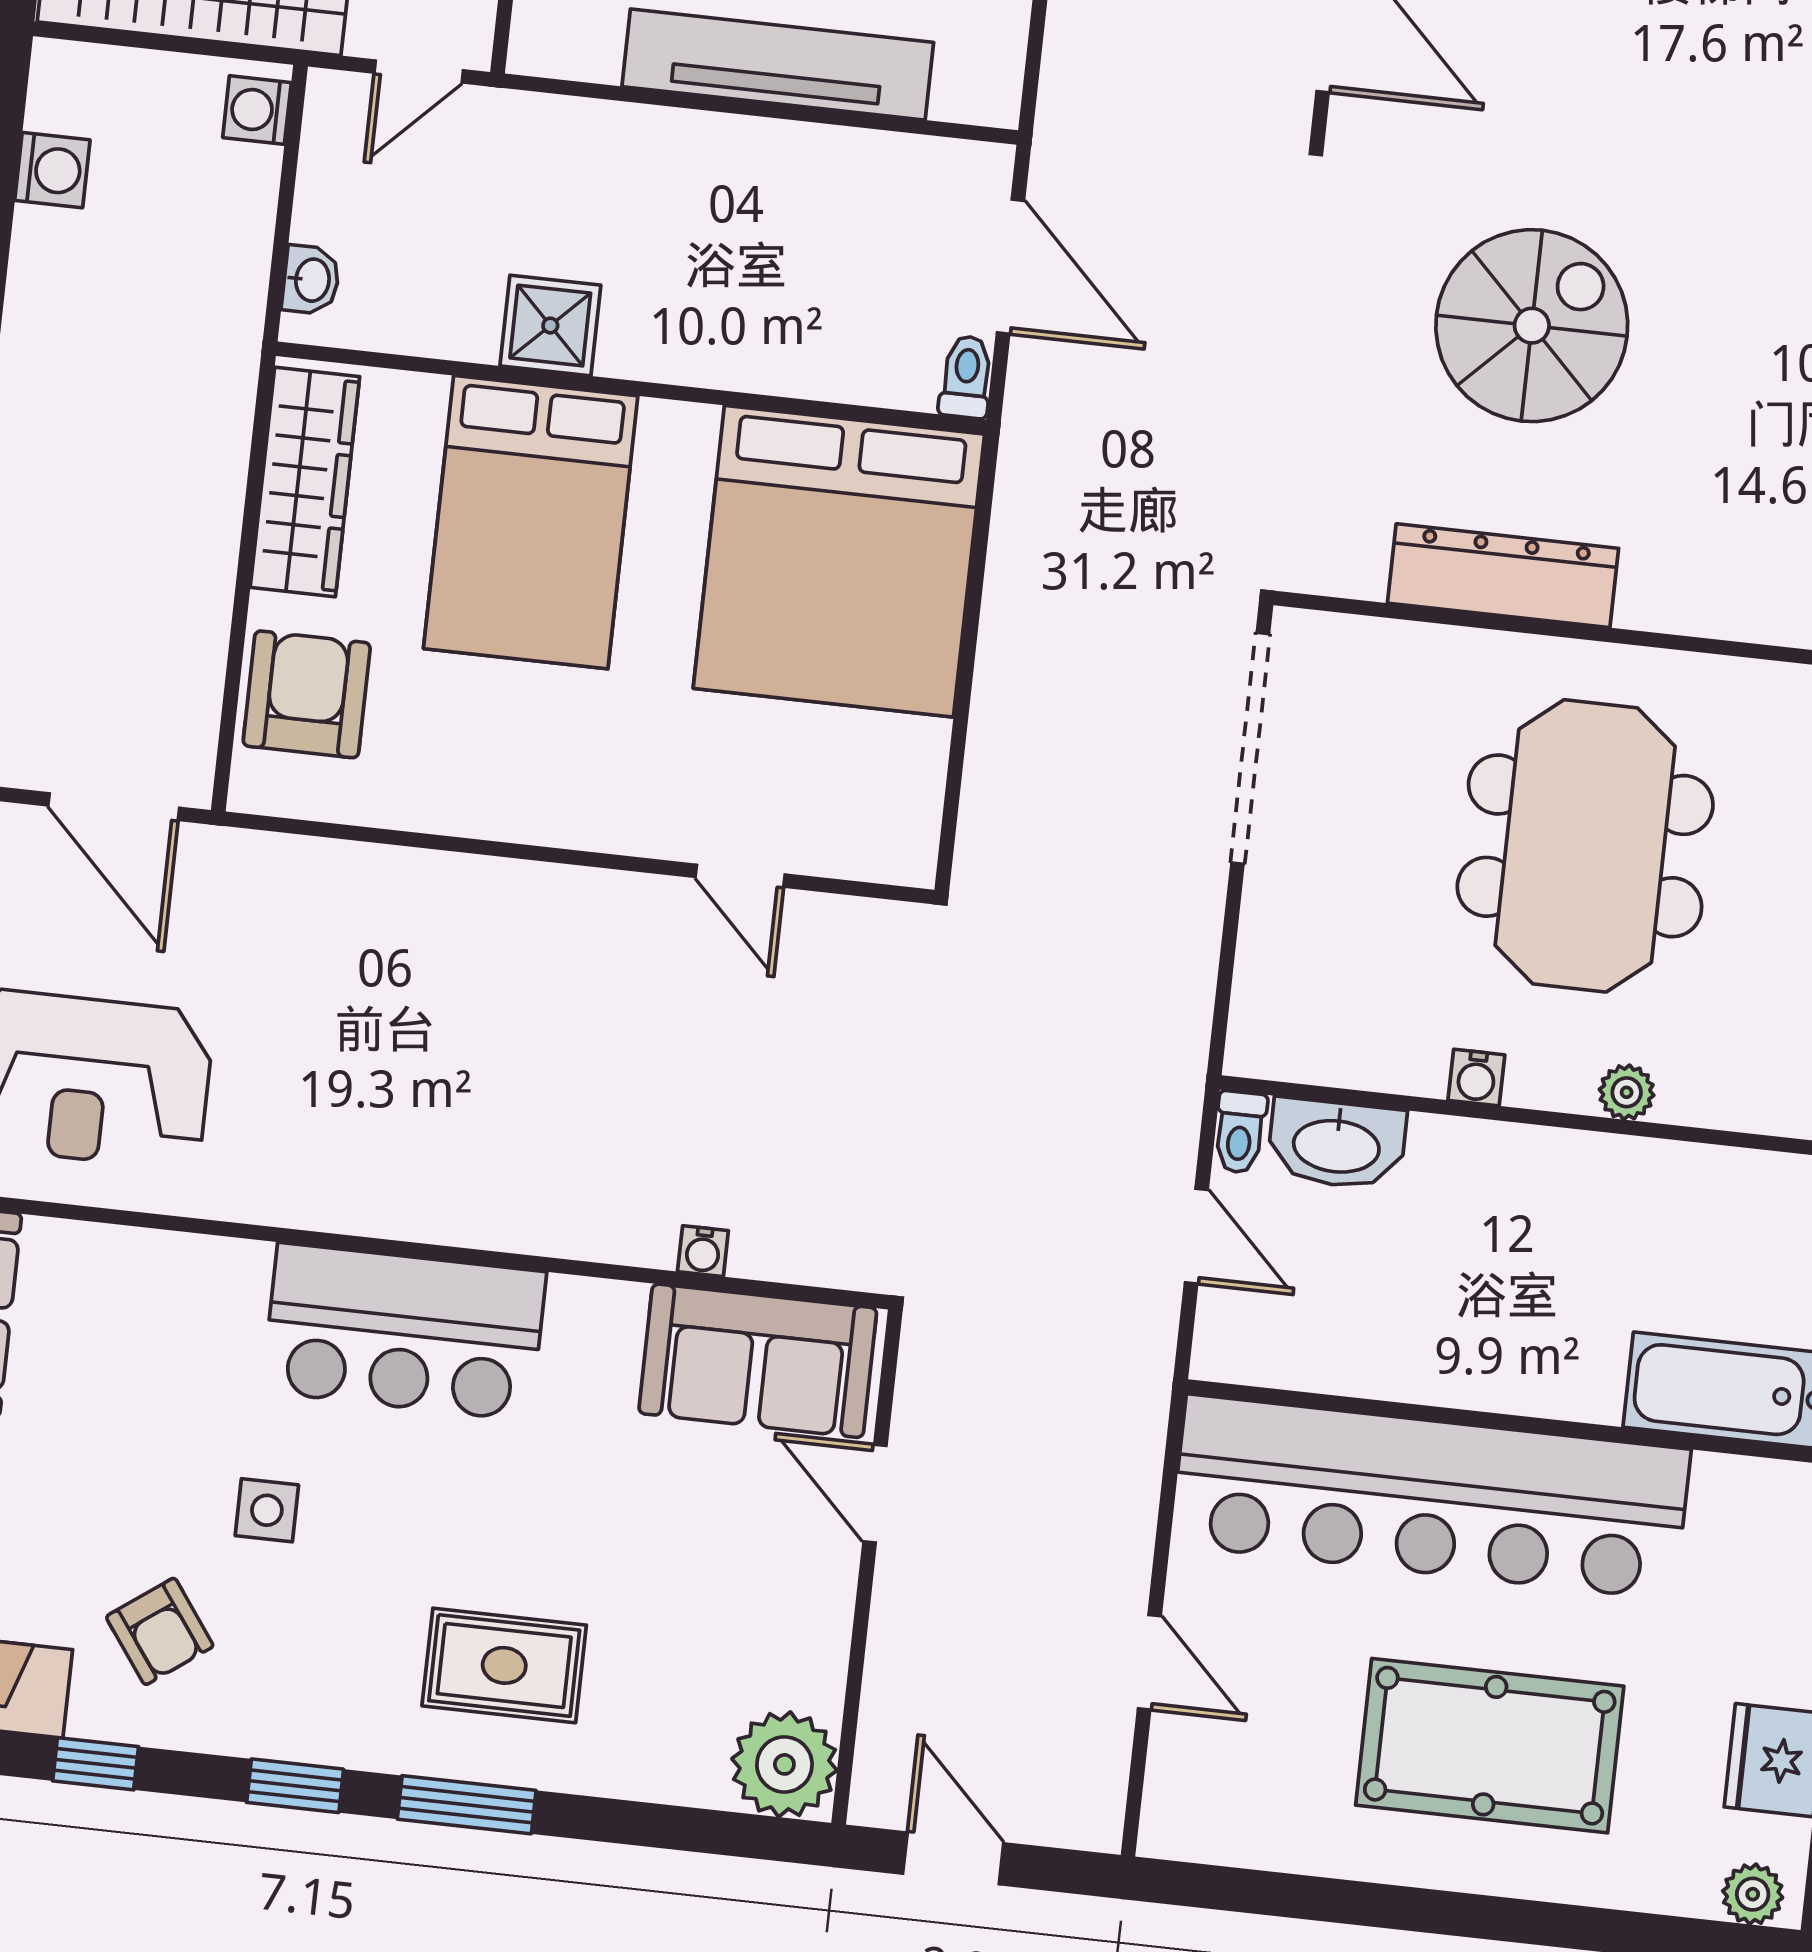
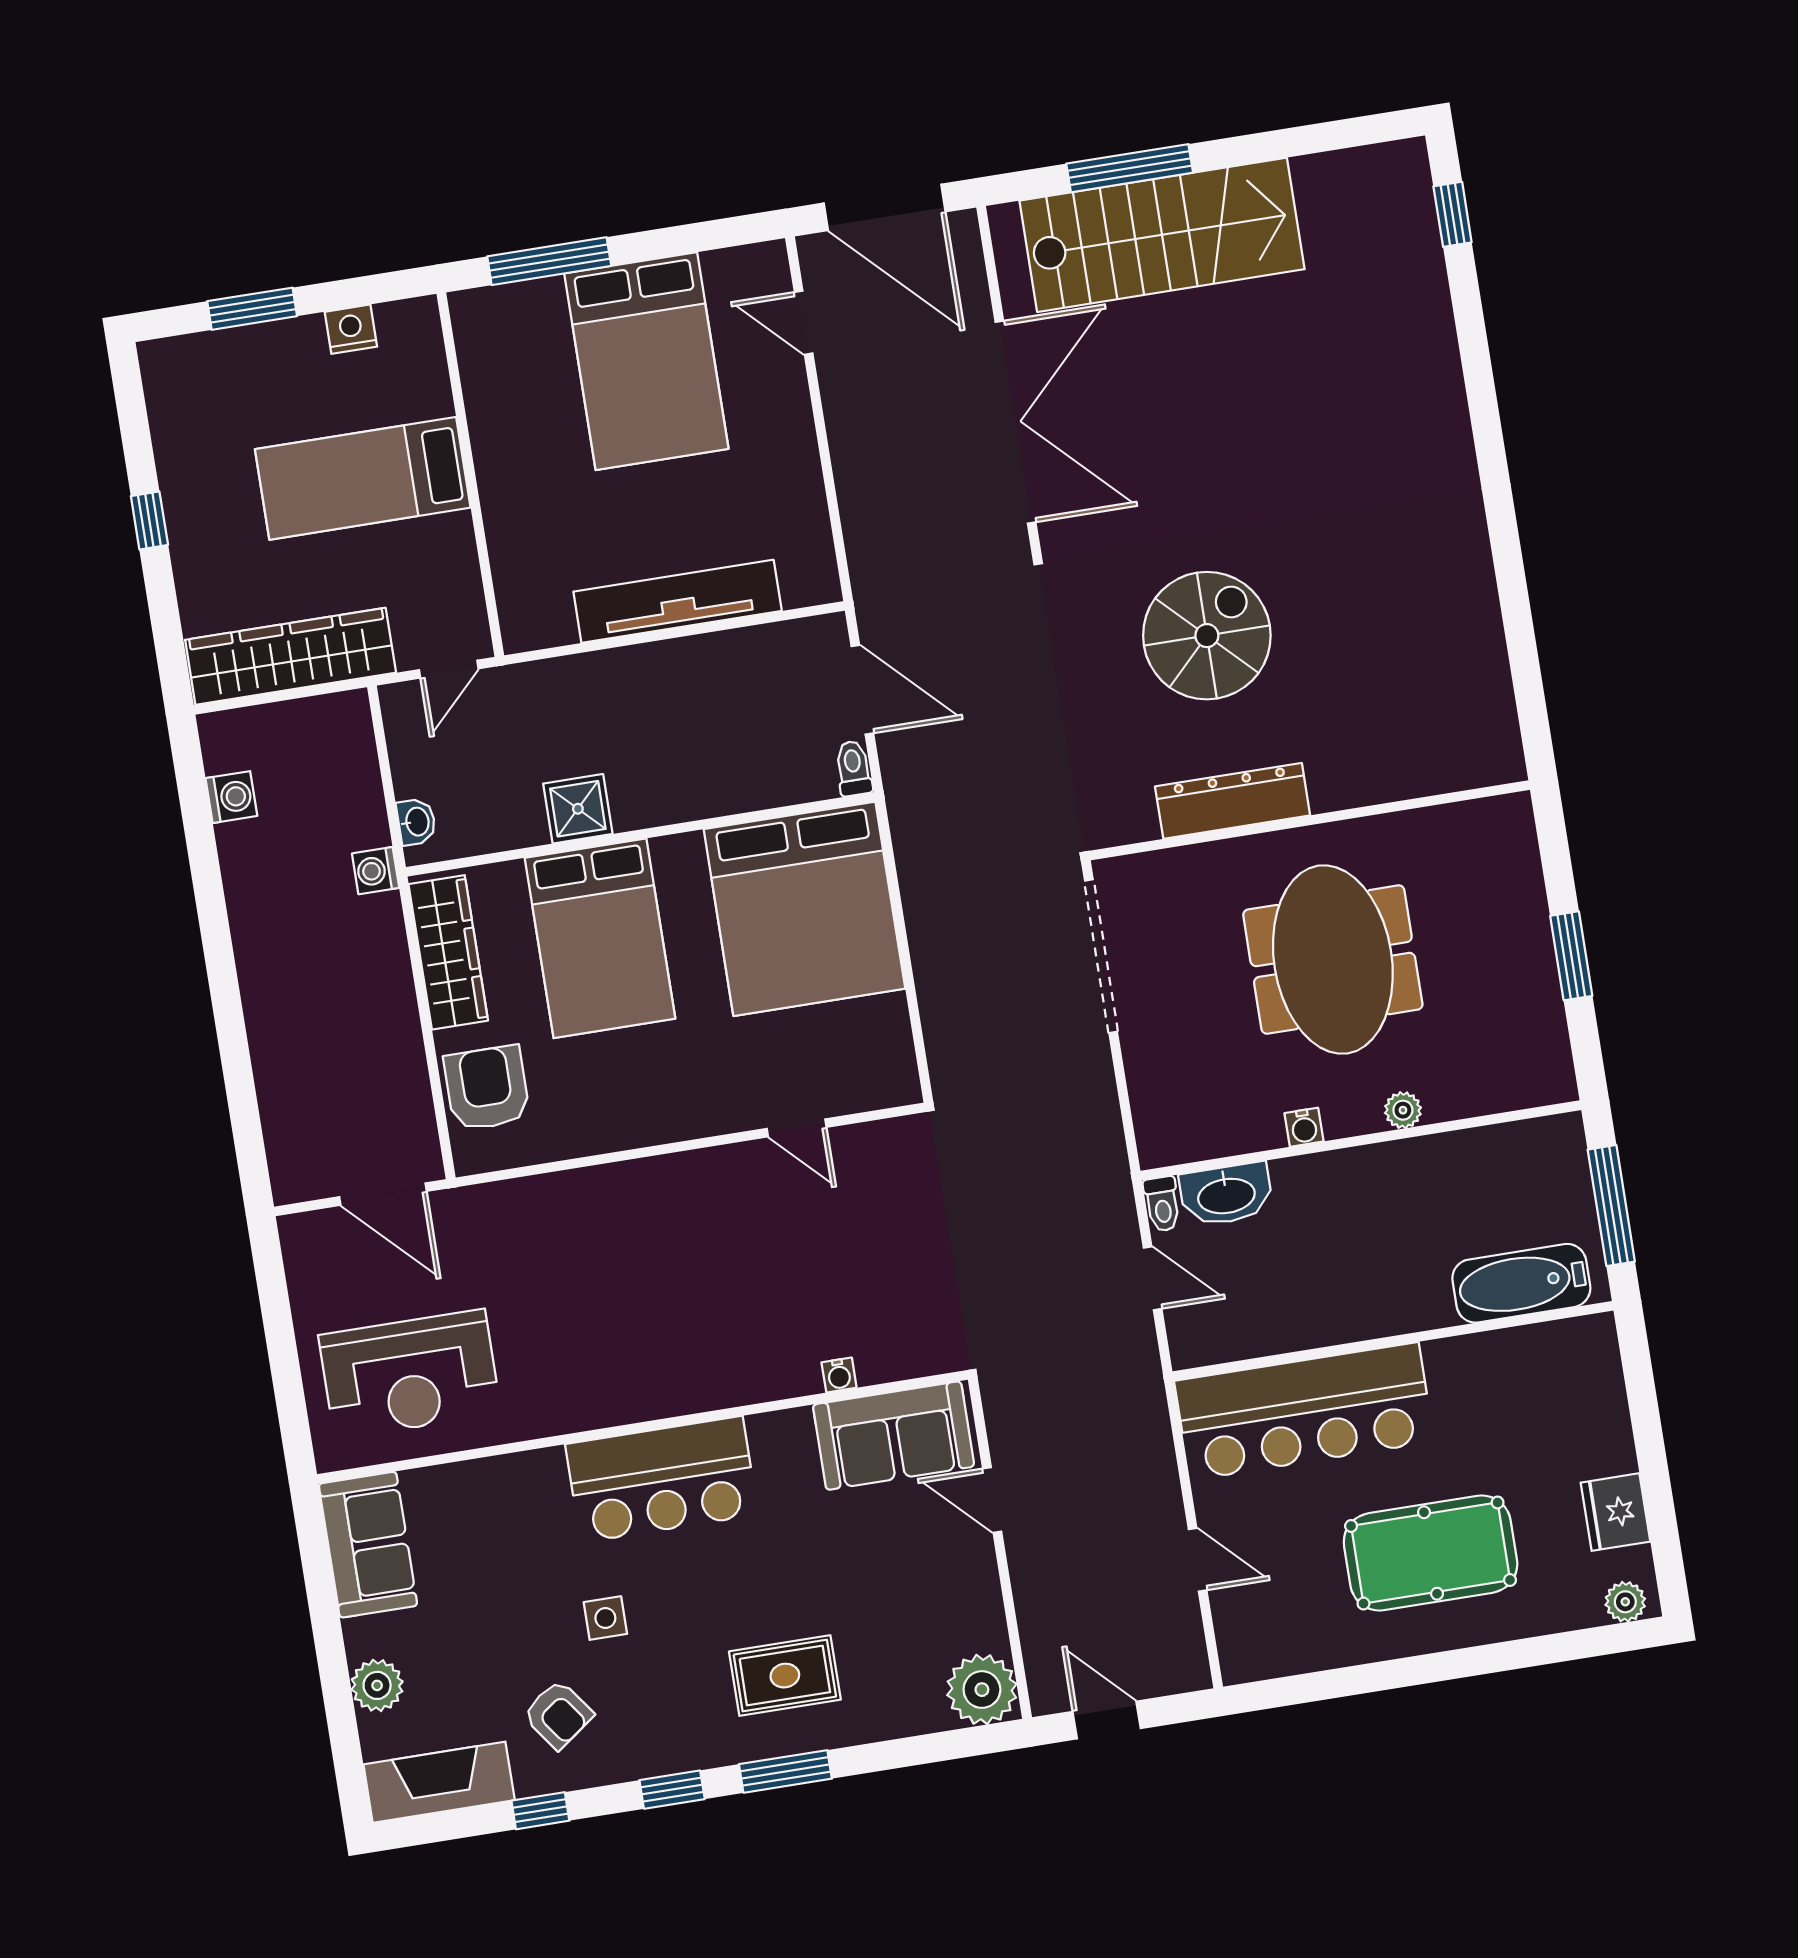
washing machine: (257, 110) -> (376, 871), moved
bar counter: (1430, 1497) -> (1304, 1411), width x0.73

